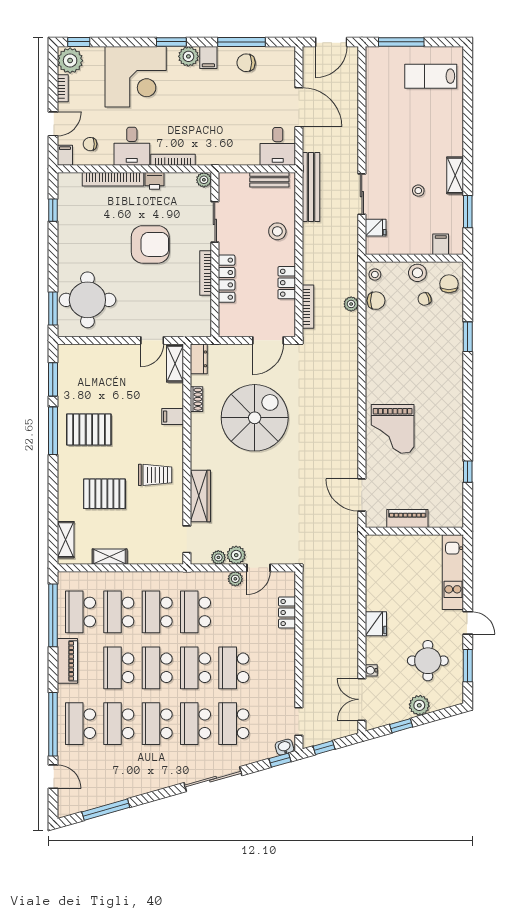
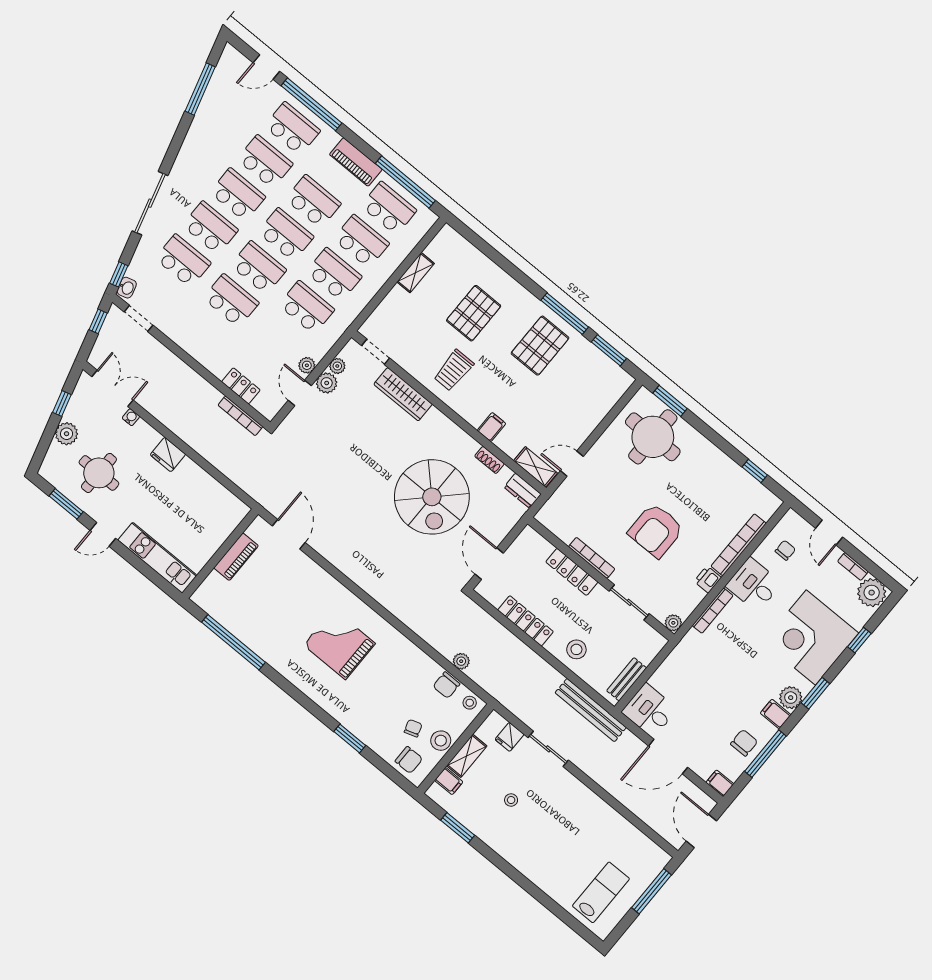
window: (79, 42) -> (859, 640), moved
filing cabinet: (65, 155) -> (720, 783), moved, turned 180
shelving: (455, 175) -> (467, 756), moved, turned 90
locker: (287, 283) -> (525, 621), width x1.53
bookcase: (308, 307) -> (240, 416), moved
door: (152, 340) -> (572, 464), hinge flipped
grand piano: (393, 429) -> (339, 644), moved
window: (468, 472) -> (233, 642), width x3.17
door: (362, 495) -> (289, 534), hinge flipped
shelving: (66, 540) -> (462, 247), removed

